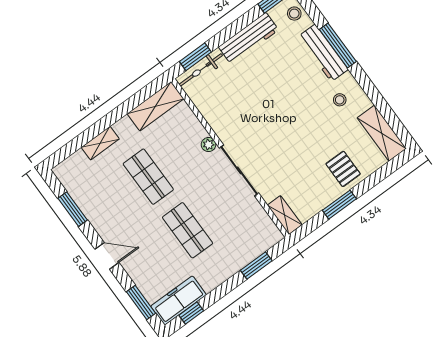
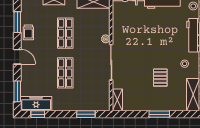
pallet: (343, 169) -> (160, 78), moved
window: (339, 205) -> (159, 114), moved
trolley: (98, 212) -> (28, 32), added

